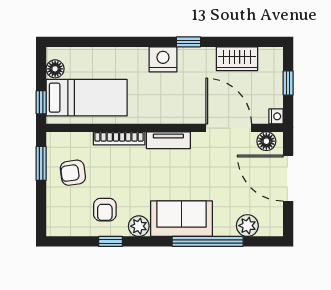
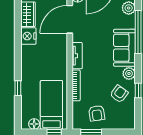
window: (189, 42) -> (18, 88), moved
nightstand: (163, 59) -> (28, 36), moved
armchair: (105, 210) -> (119, 94), turned -54

